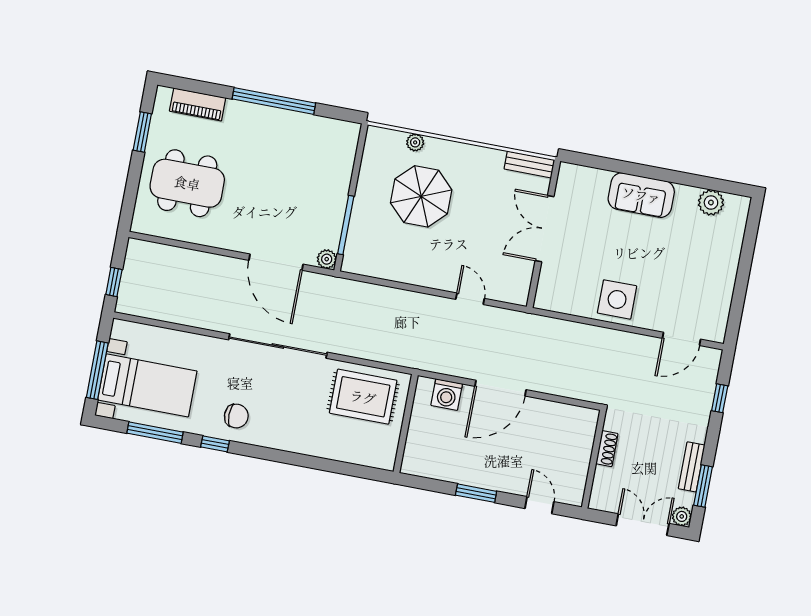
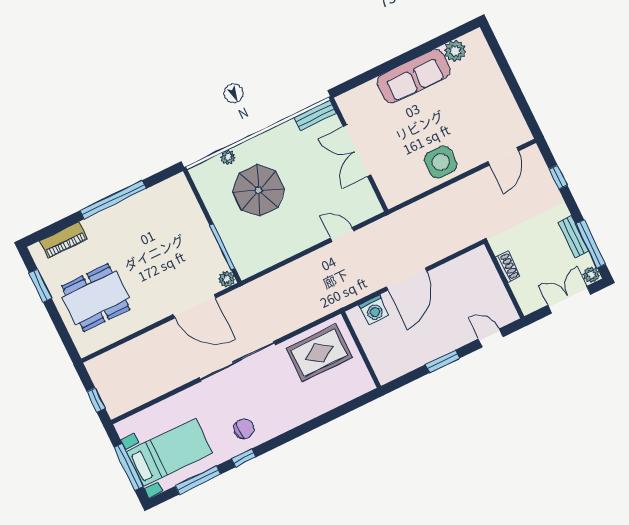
sofa: (641, 195) -> (414, 76), width x1.36
window: (703, 486) -> (591, 244), width x1.44

